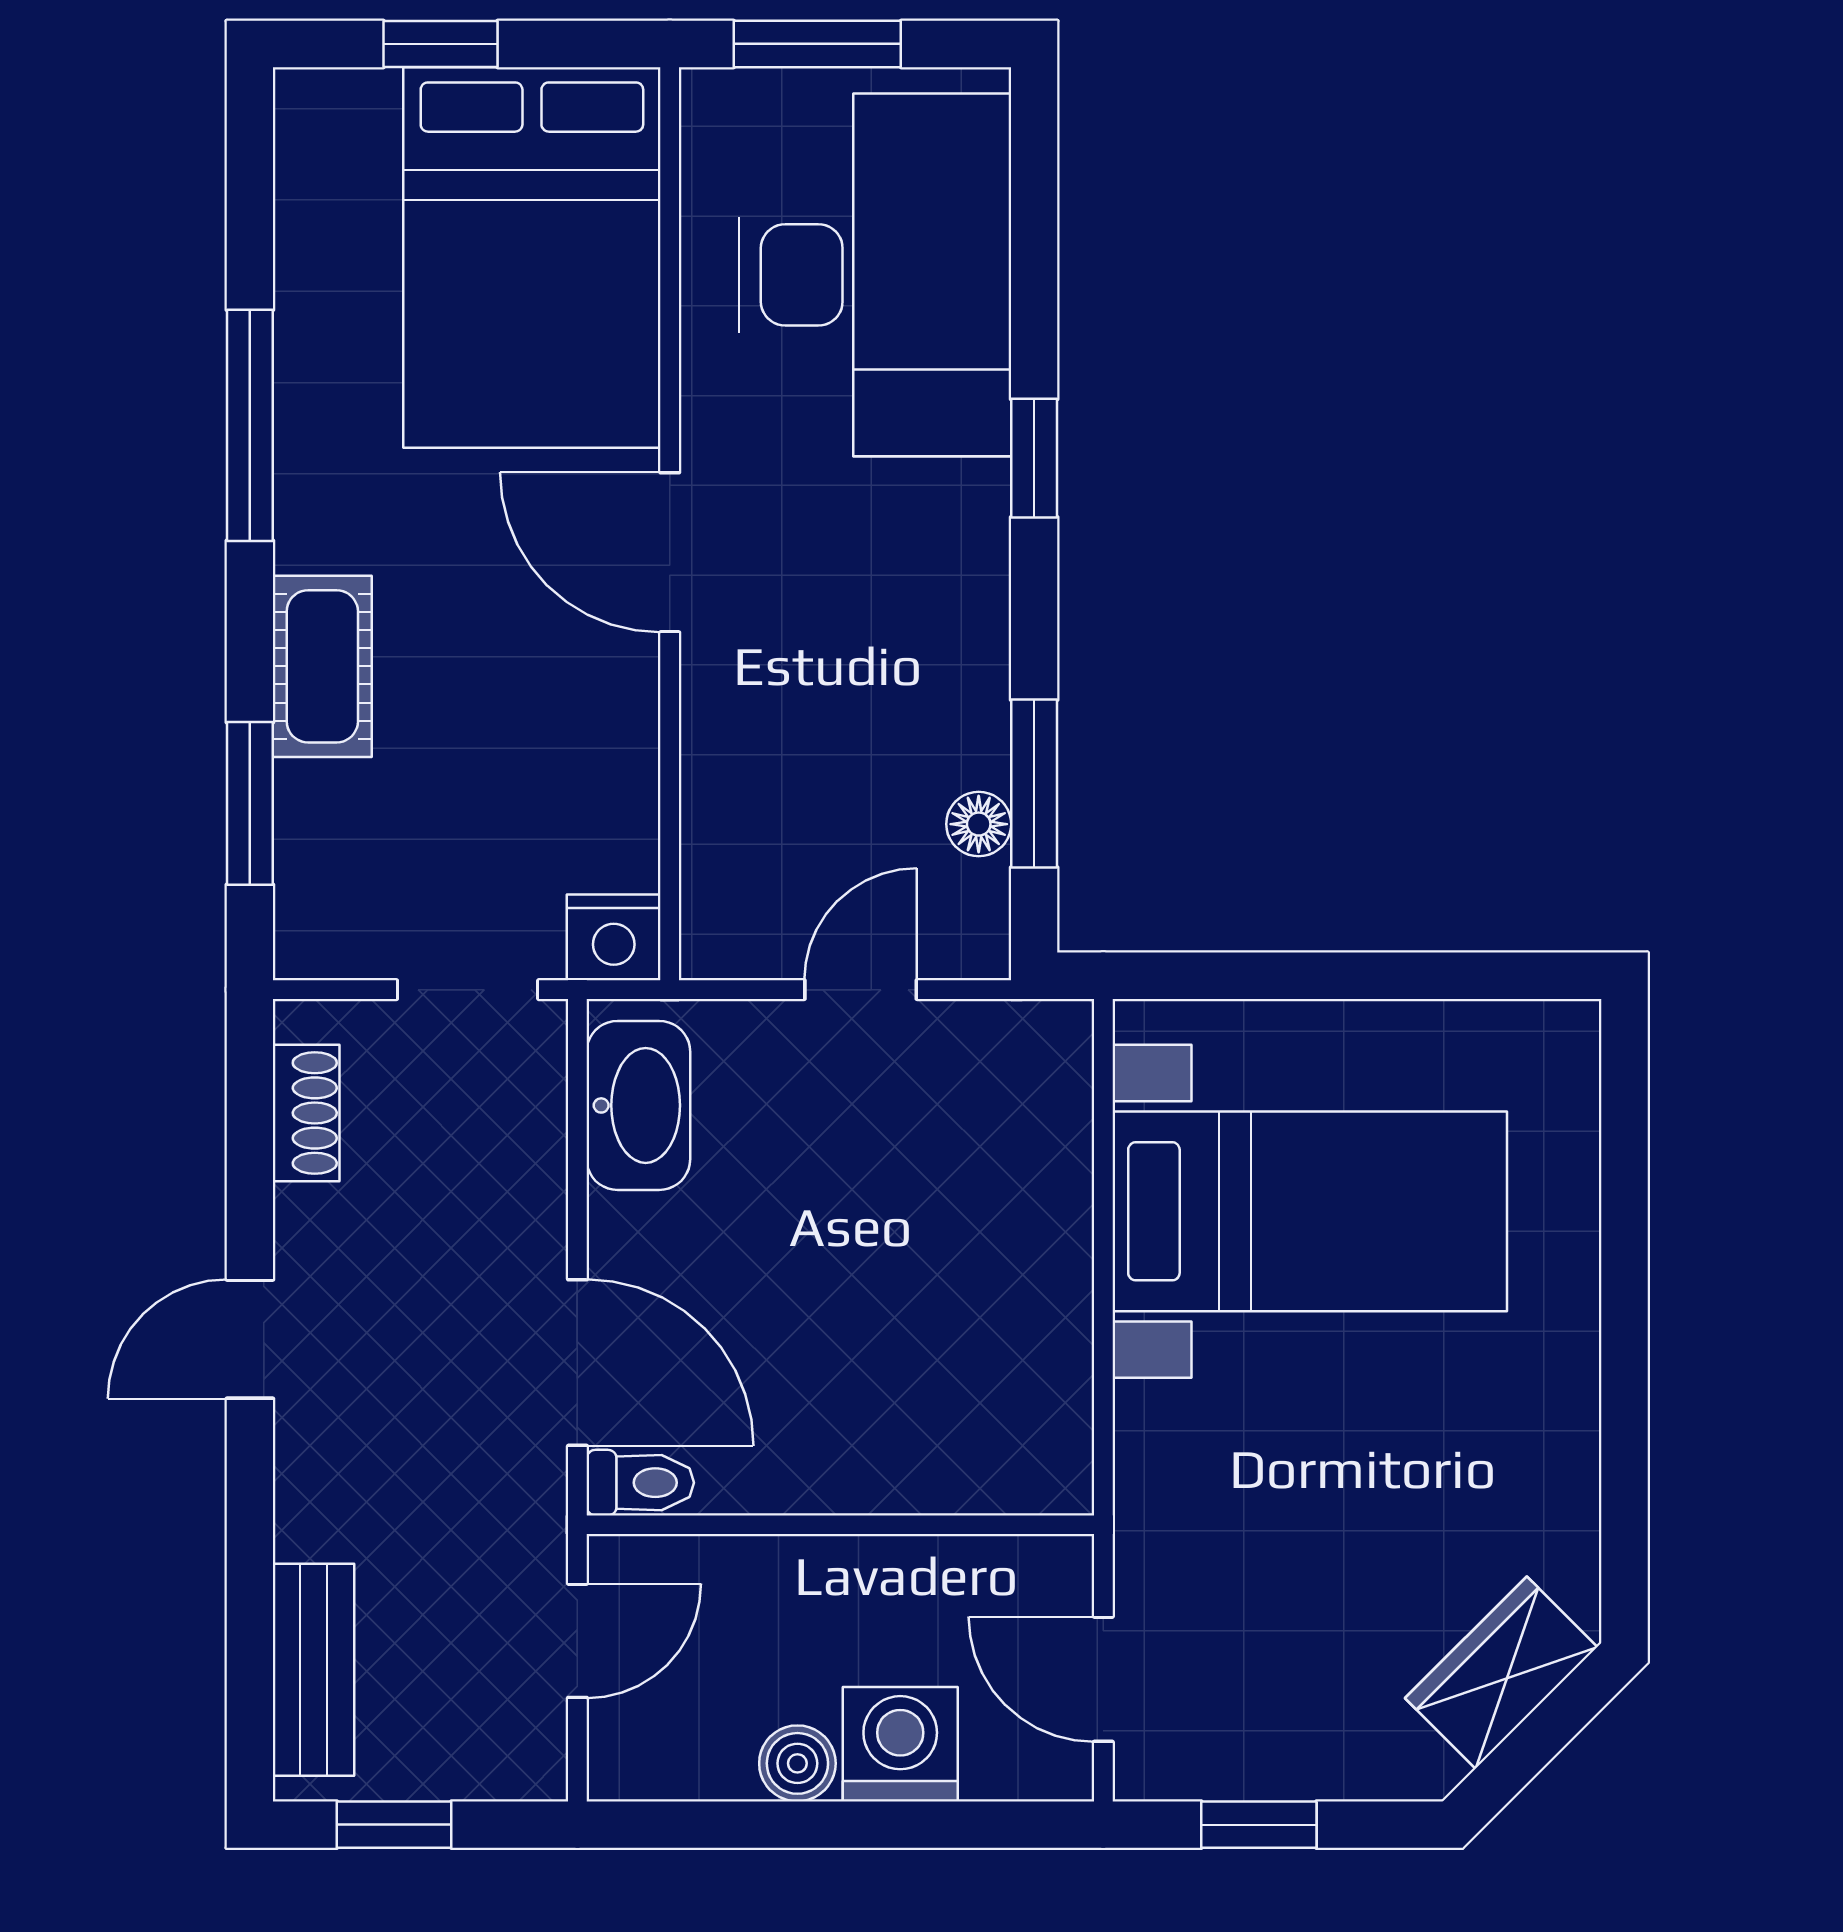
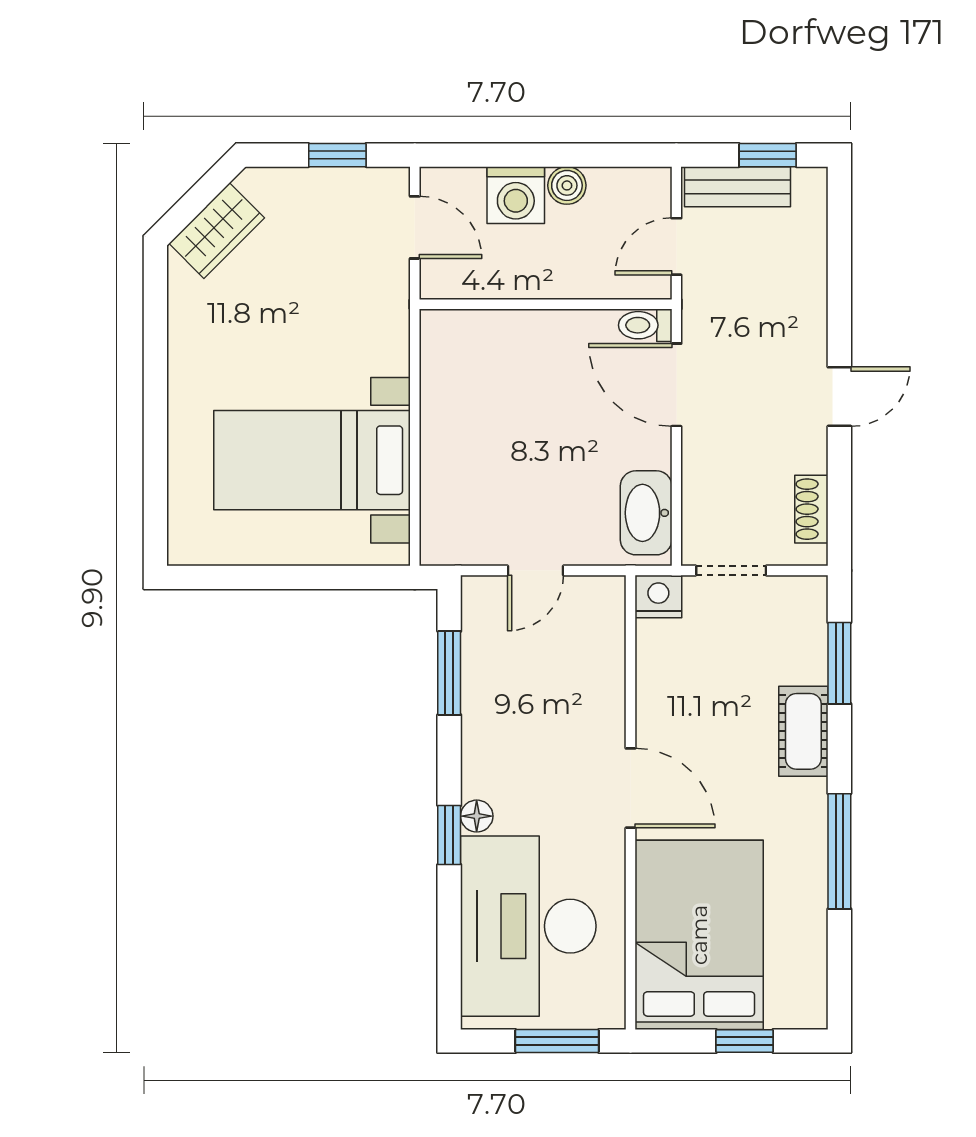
floor lamp: (979, 824) -> (477, 816), moved
bench: (314, 1670) -> (738, 187), moved, turned 90

